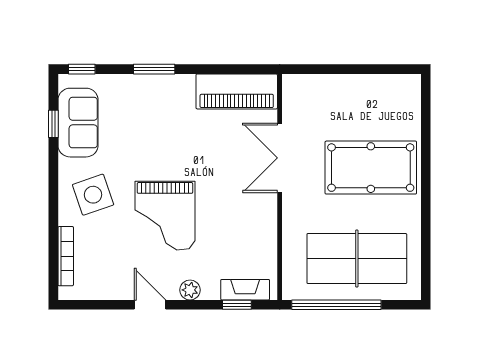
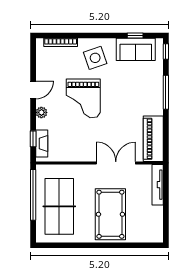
window: (154, 69) -> (166, 92), width x1.44
tv unit: (318, 84) -> (158, 185), added
grand piano: (165, 216) -> (83, 98), turned -90

